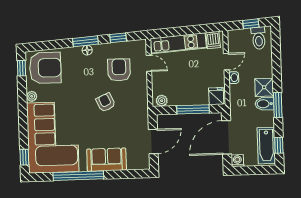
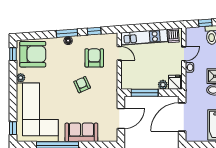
plant: (162, 101) -> (163, 85), moved
window: (193, 109) -> (145, 93), moved
washing machine: (237, 161) -> (190, 137), removed

